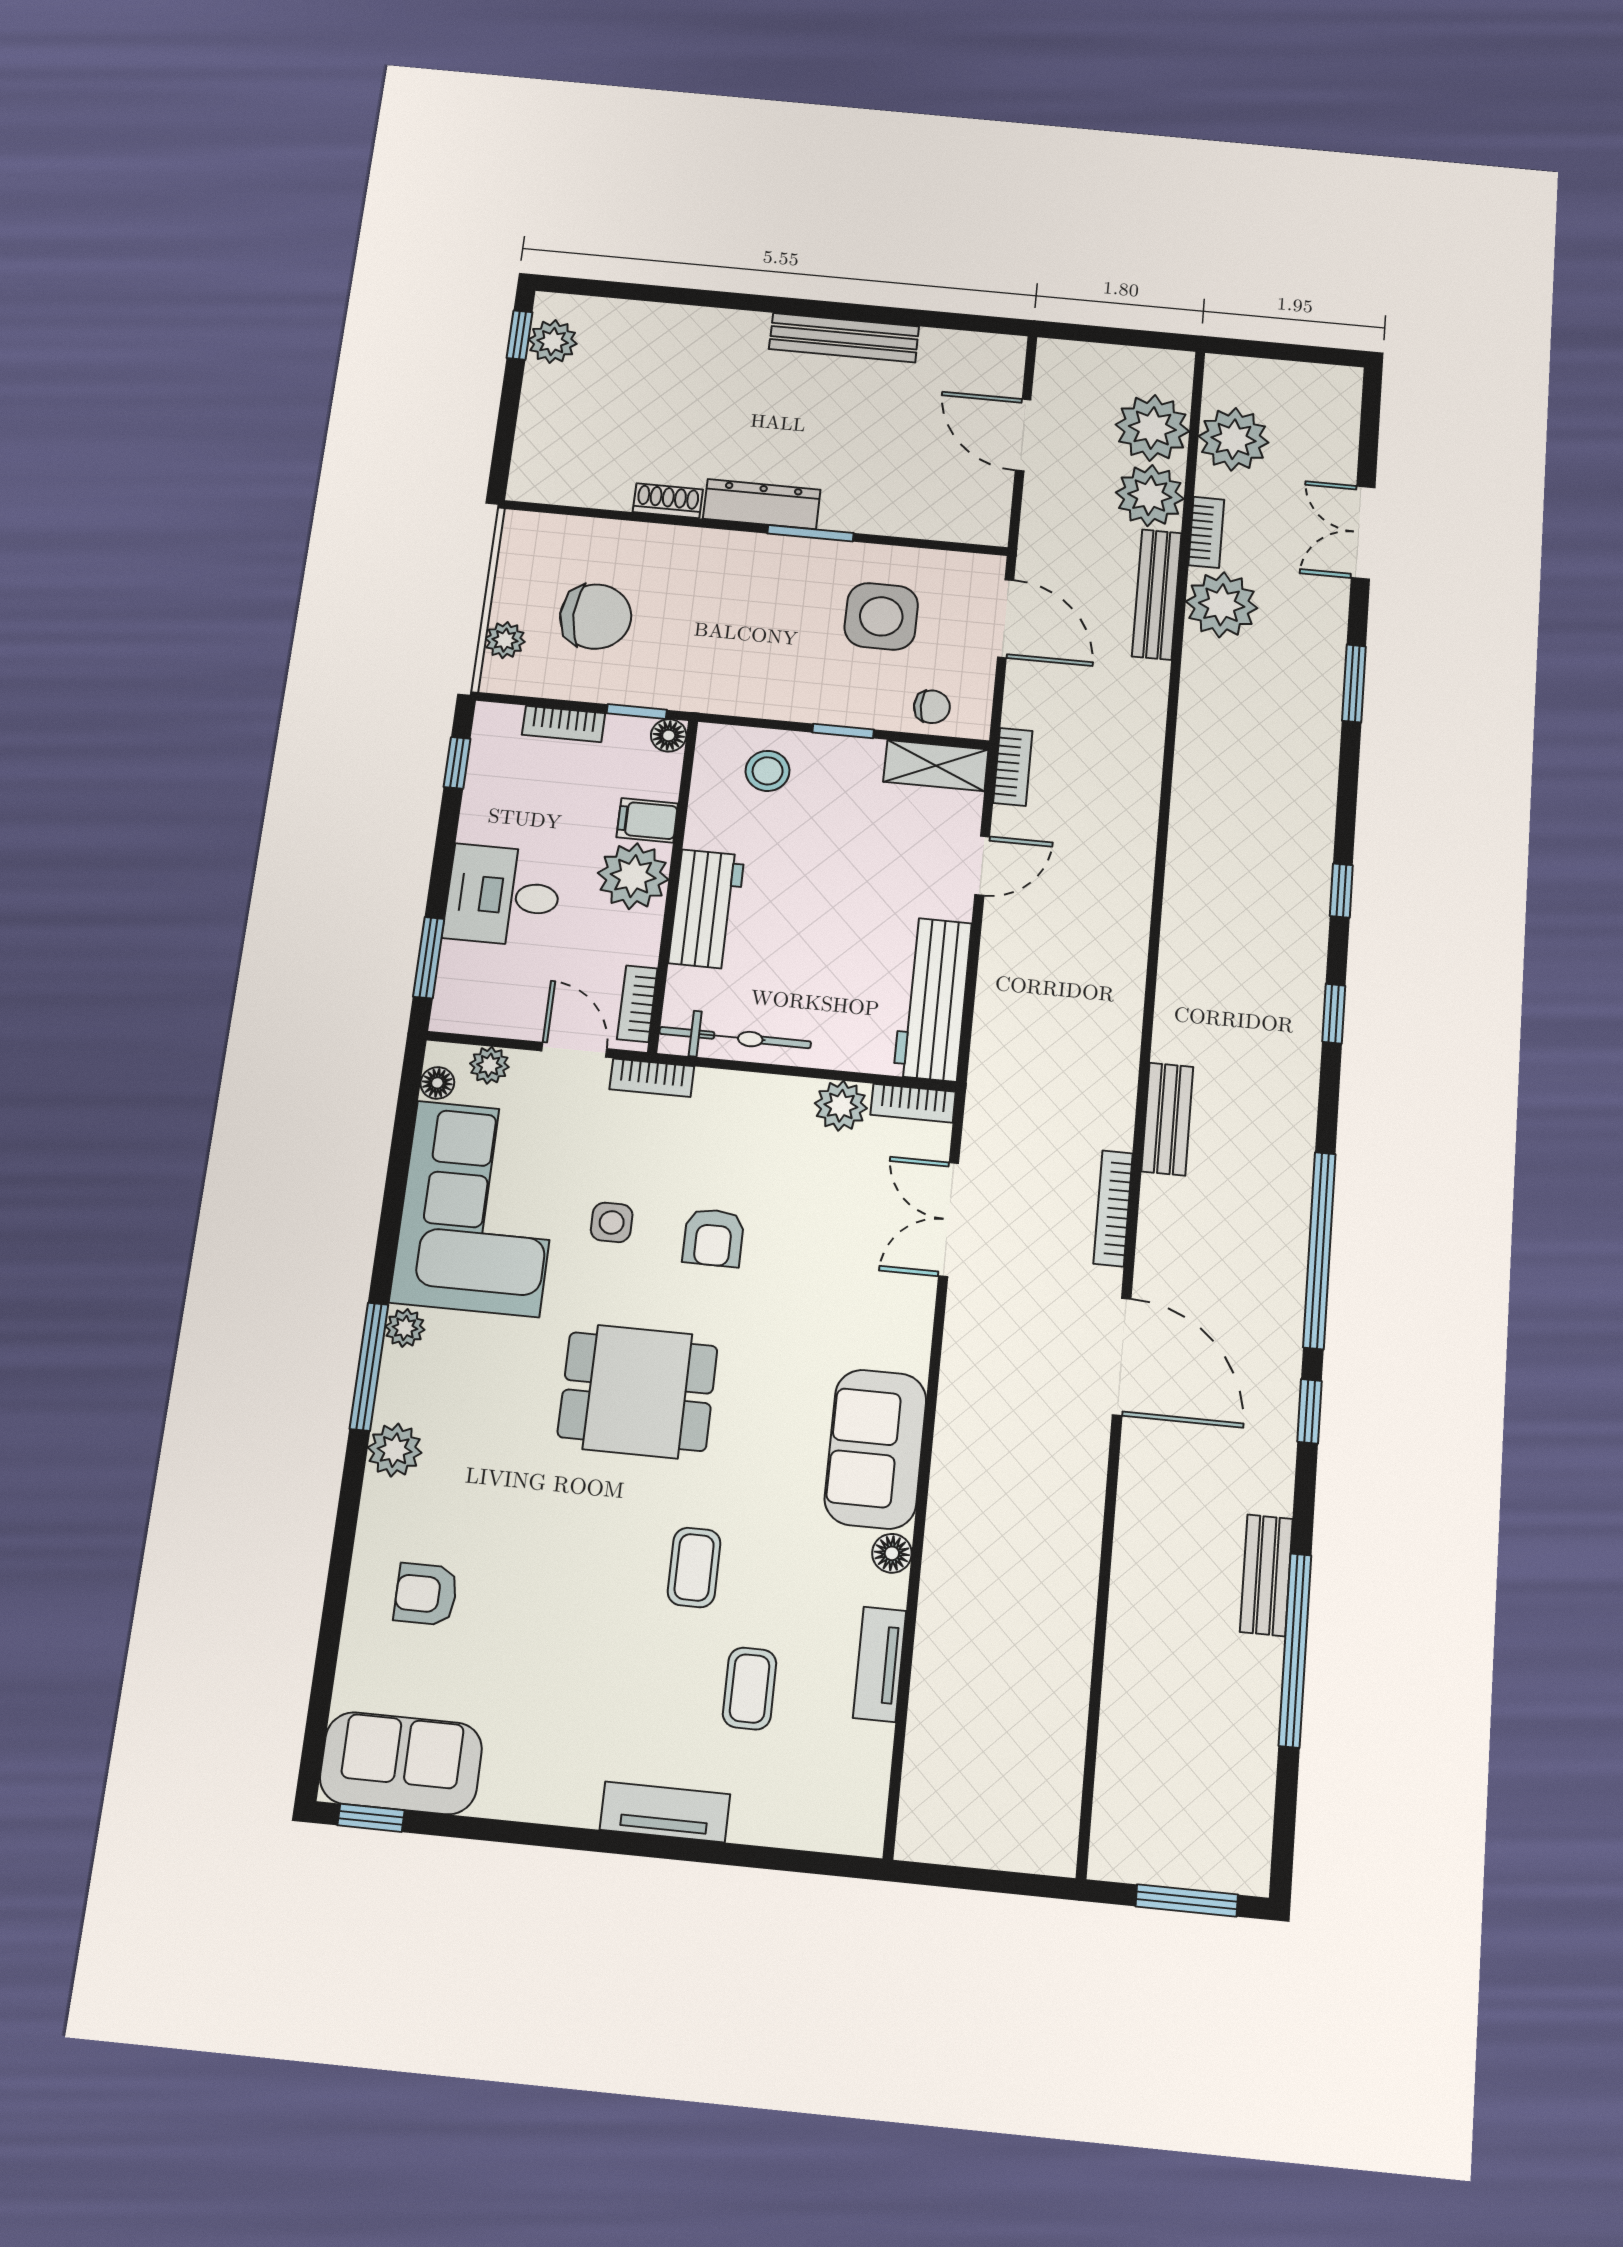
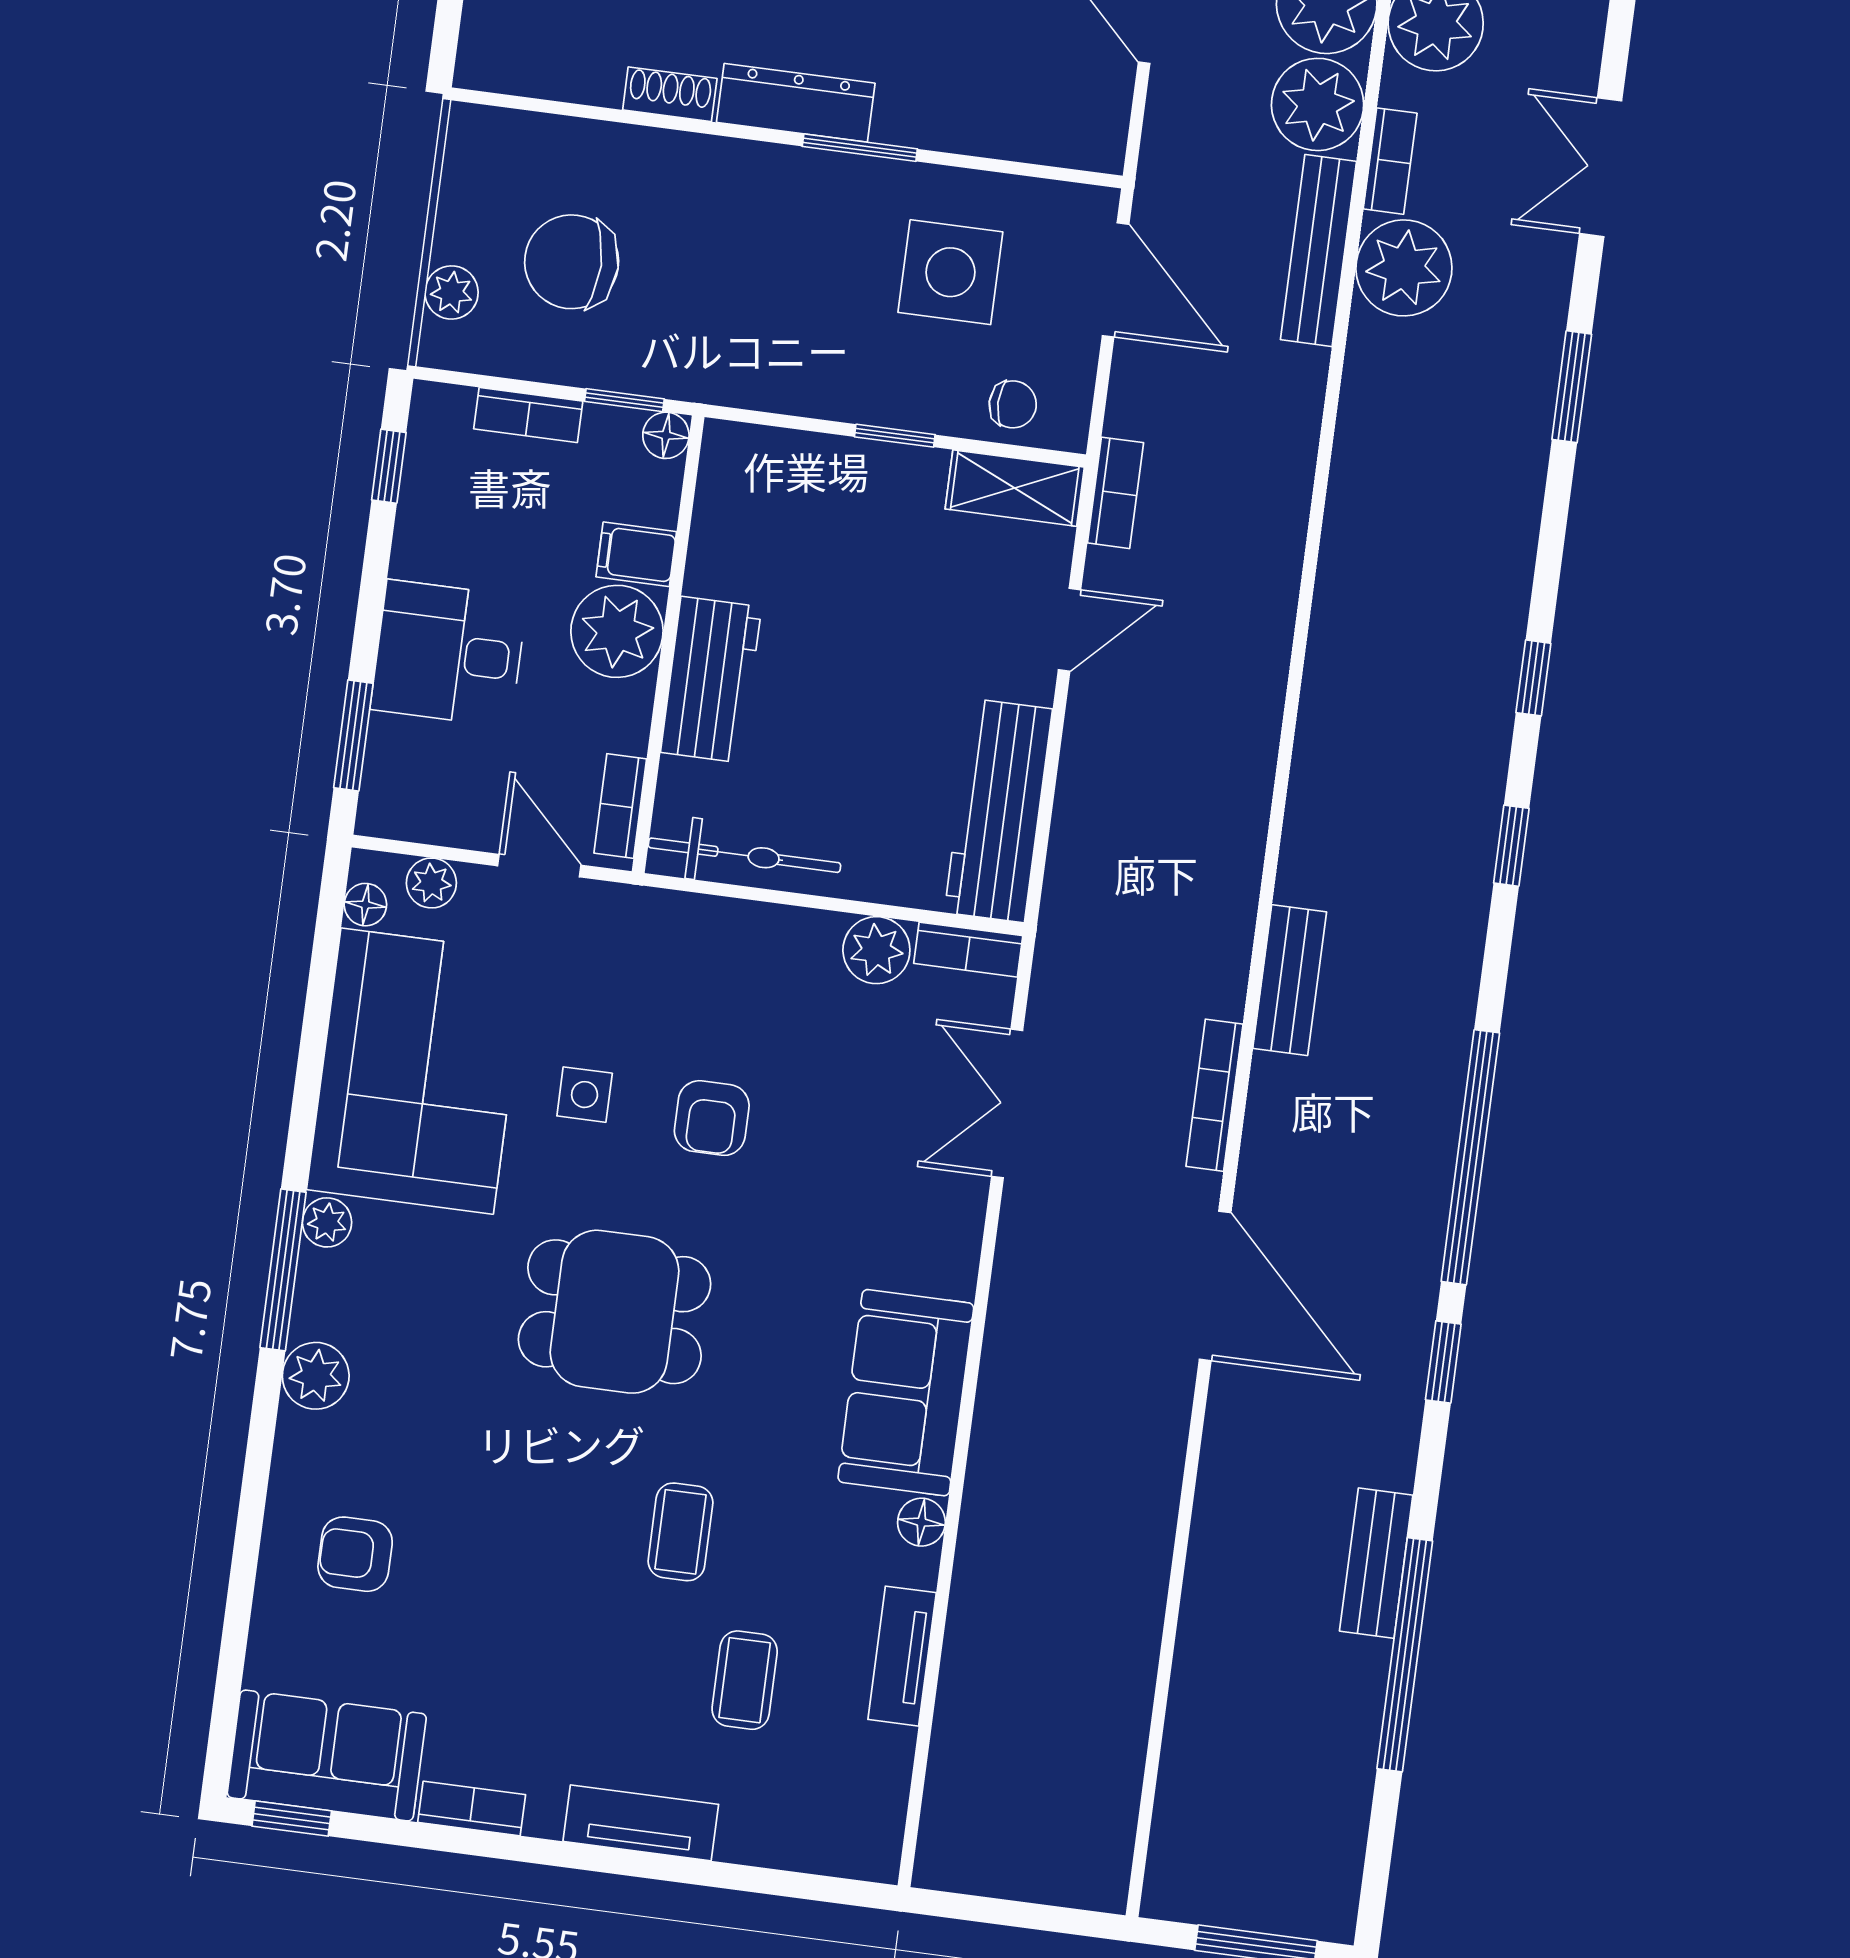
chair: (596, 617) -> (572, 262), turned 180
stool: (768, 771) -> (794, 489), removed
bookcase: (652, 1078) -> (472, 1808), moved, turned 180

